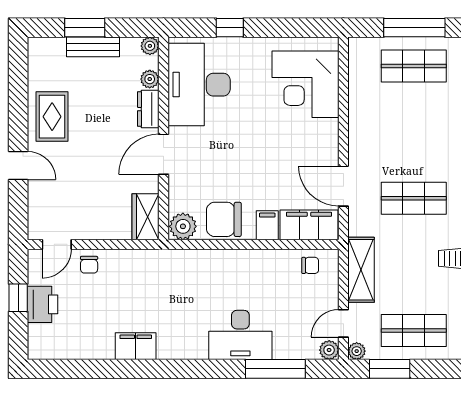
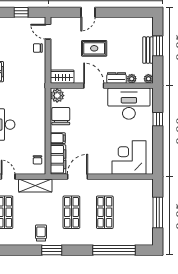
shop shelf: (414, 66) -> (105, 212), moved
rug: (52, 117) -> (94, 48), moved
printer: (42, 304) -> (18, 24), removed

